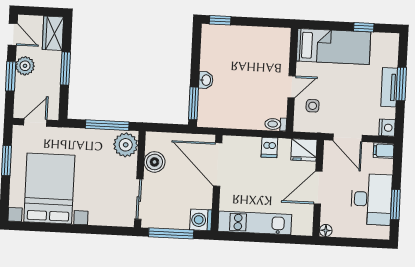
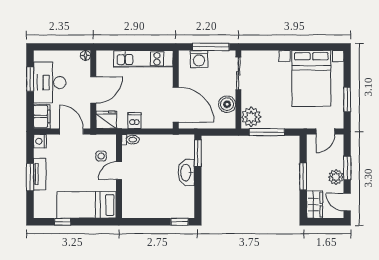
washbasin: (206, 80) -> (186, 173), width x1.91, depth x1.45
filing cabinet: (384, 151) -> (42, 116), width x2.00
washing machine: (201, 220) -> (199, 59), moved, turned 90

